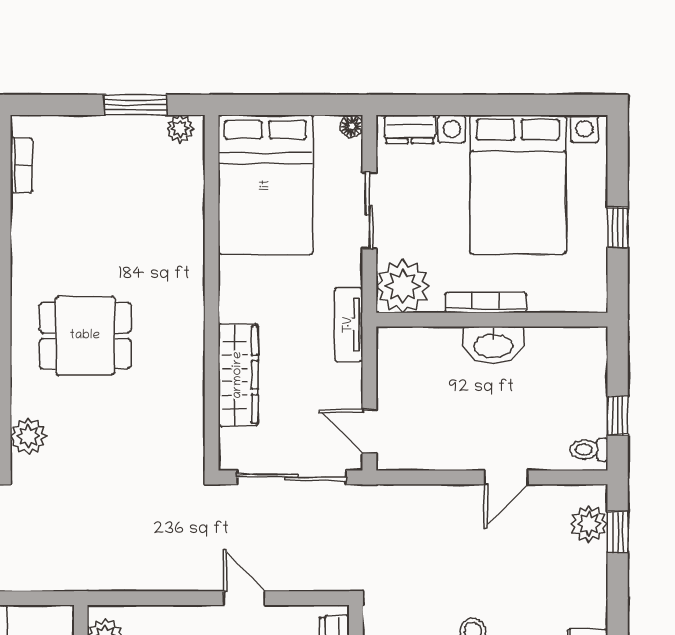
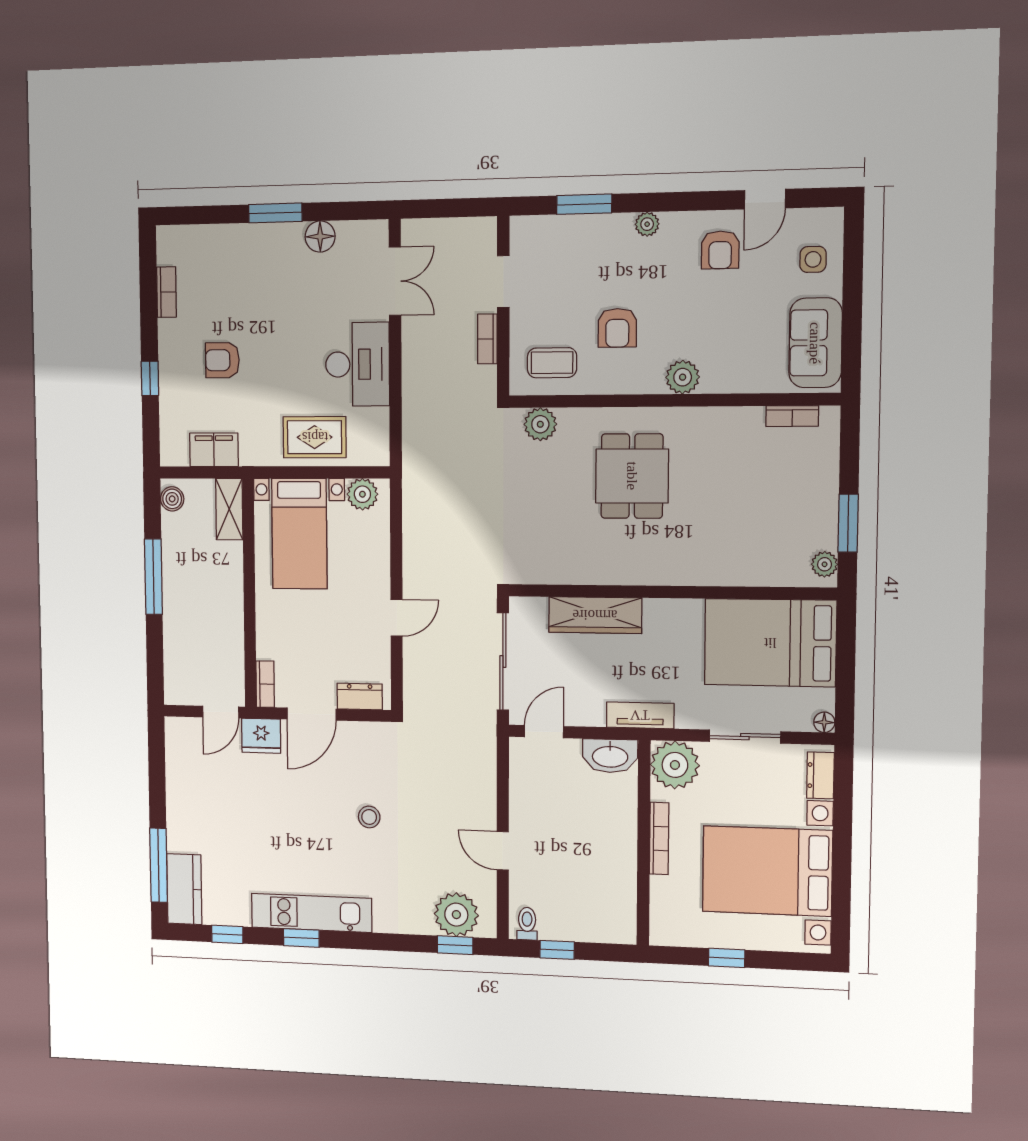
washbasin: (493, 345) -> (610, 756), moved, turned -90
plant: (589, 524) -> (456, 915), width x1.36, depth x1.36

